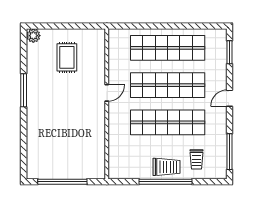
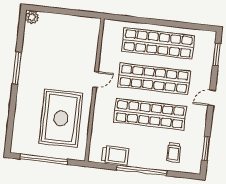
rug: (67, 57) -> (61, 118), moved, width x1.86, depth x2.06
window: (230, 152) -> (206, 149), width x0.69
trolley: (167, 167) -> (115, 155), moved

